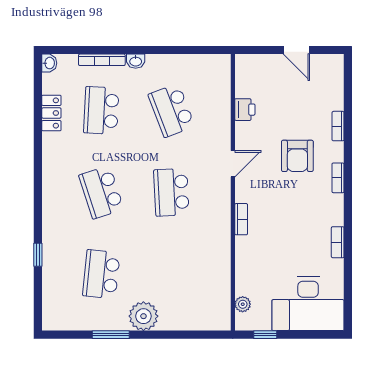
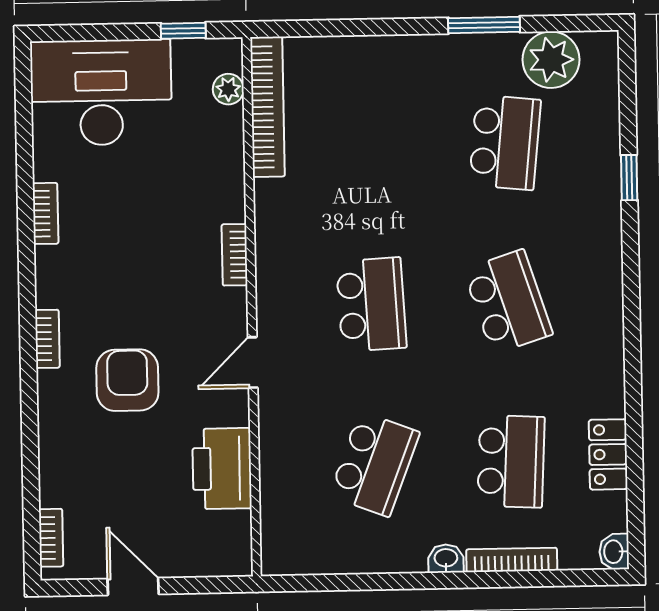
school desk: (171, 110) -> (374, 464), turned 42
printer: (245, 110) -> (222, 469), width x1.87, depth x1.48
bookcase: (338, 126) -> (51, 538), moved
bookcase: (223, 295) -> (268, 107), added
plant: (143, 316) -> (551, 60), moved

